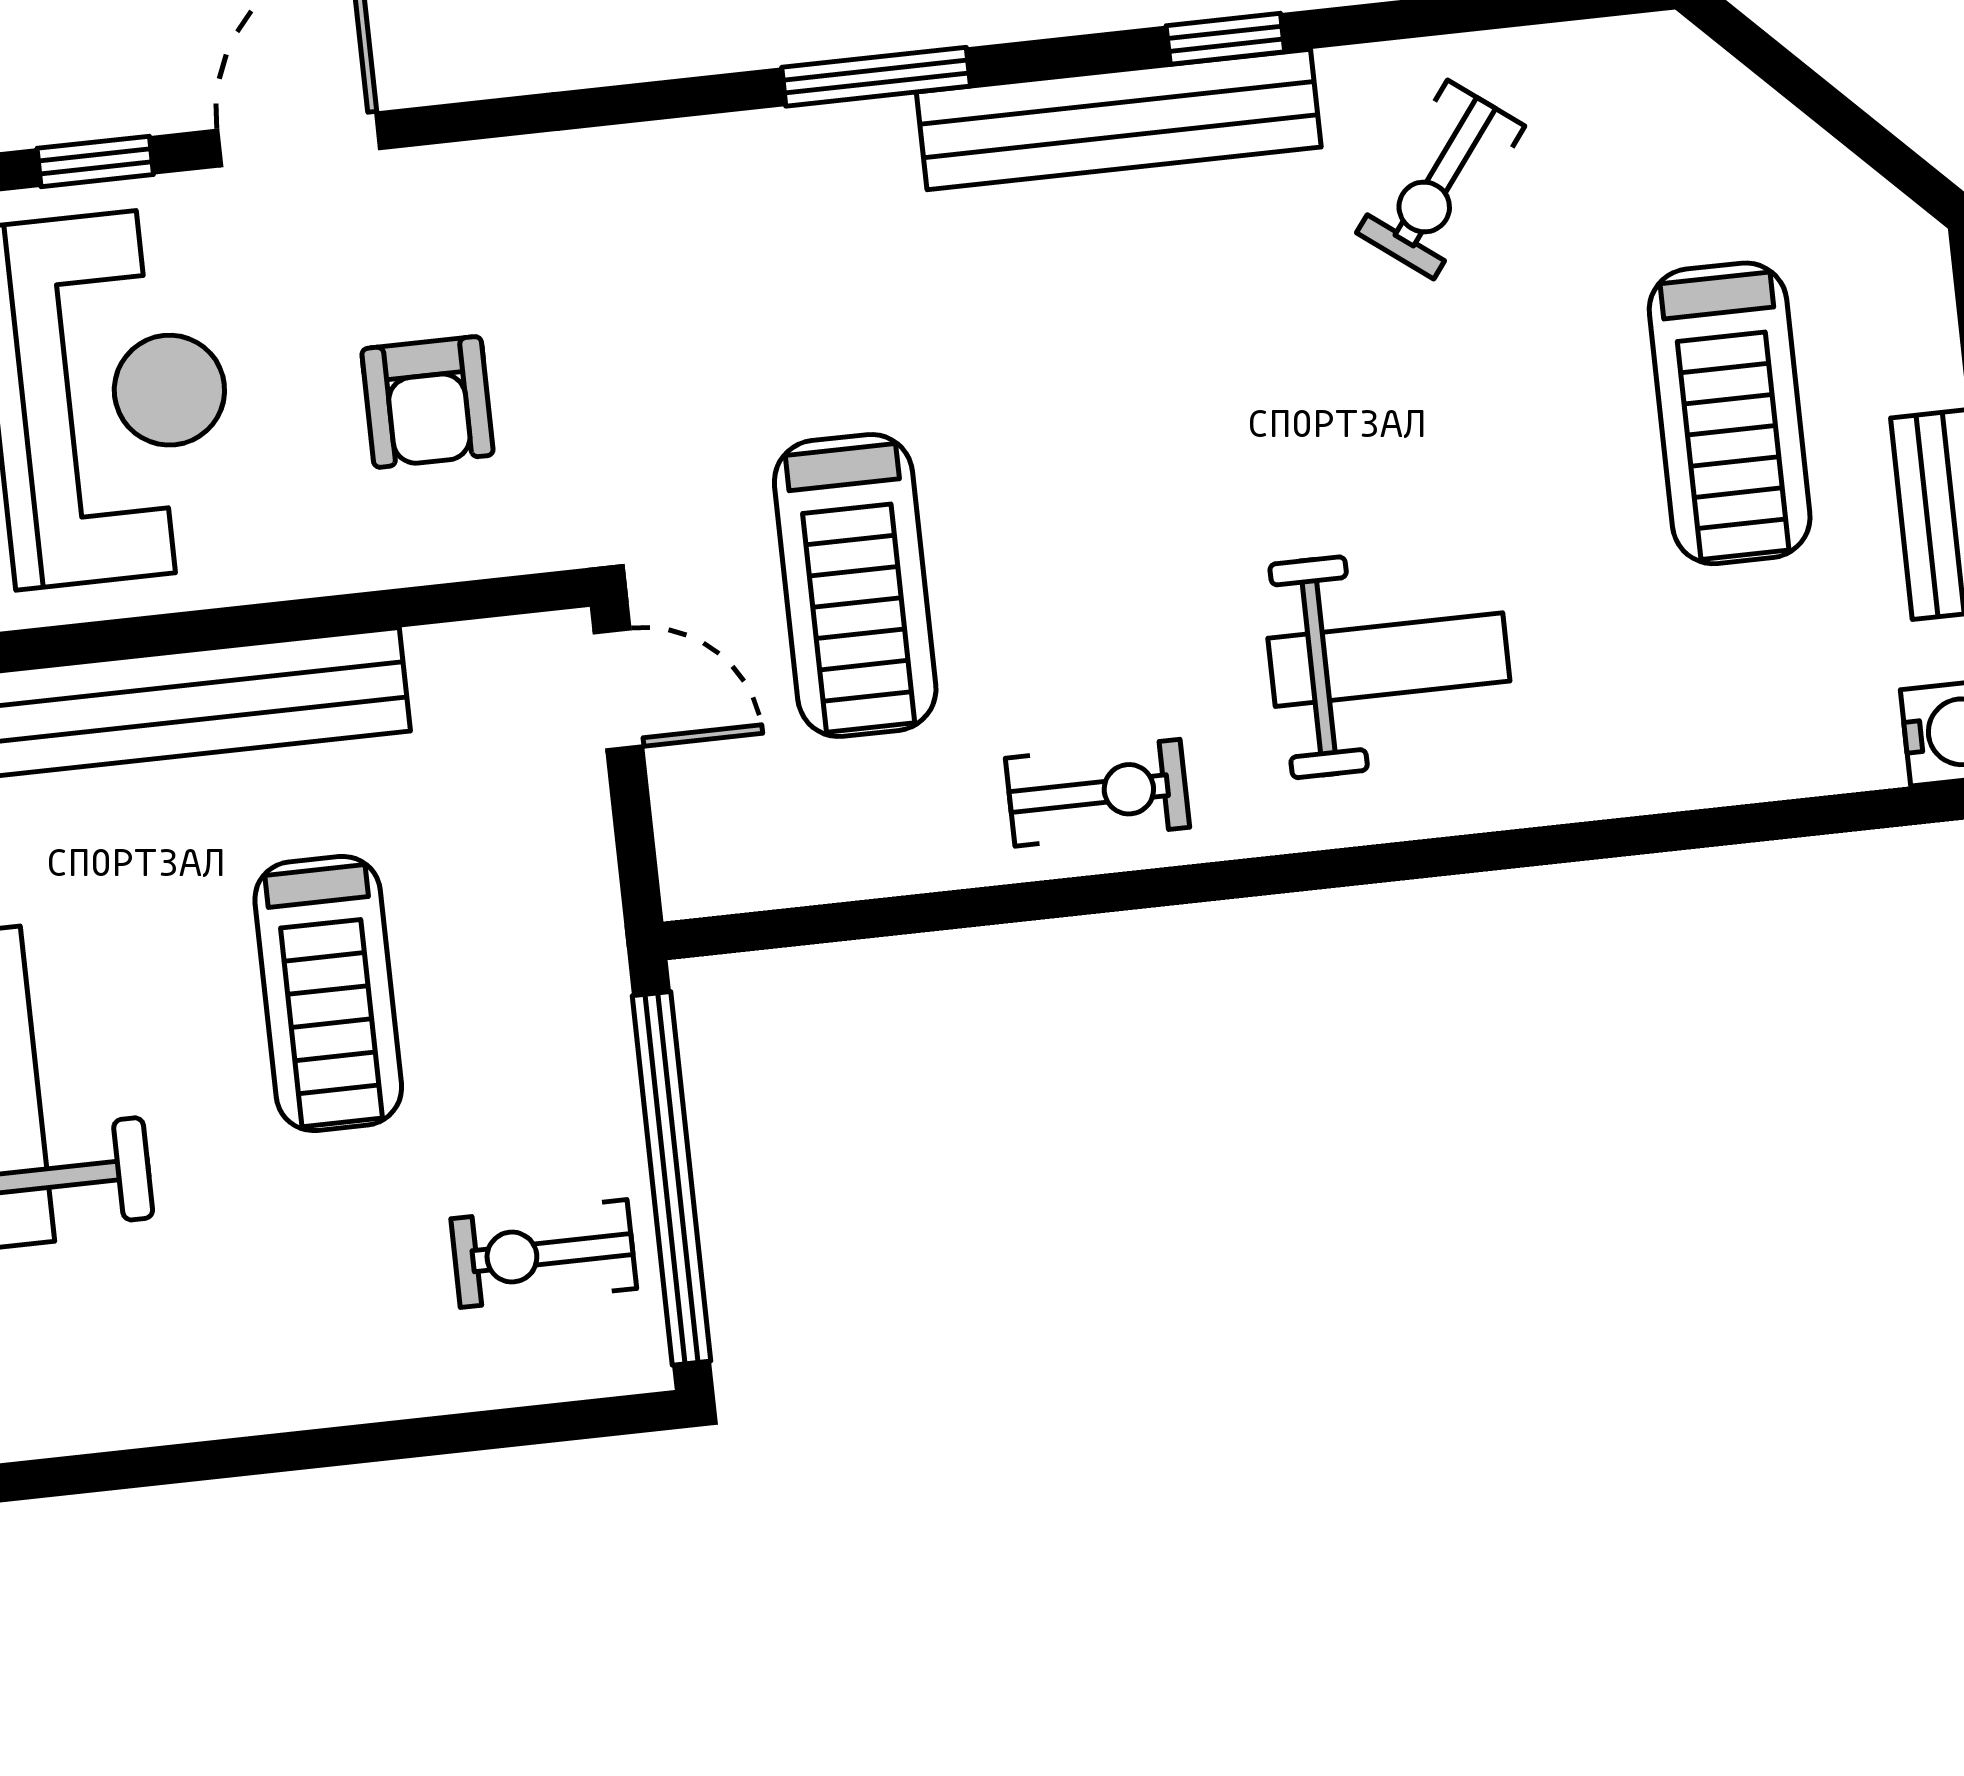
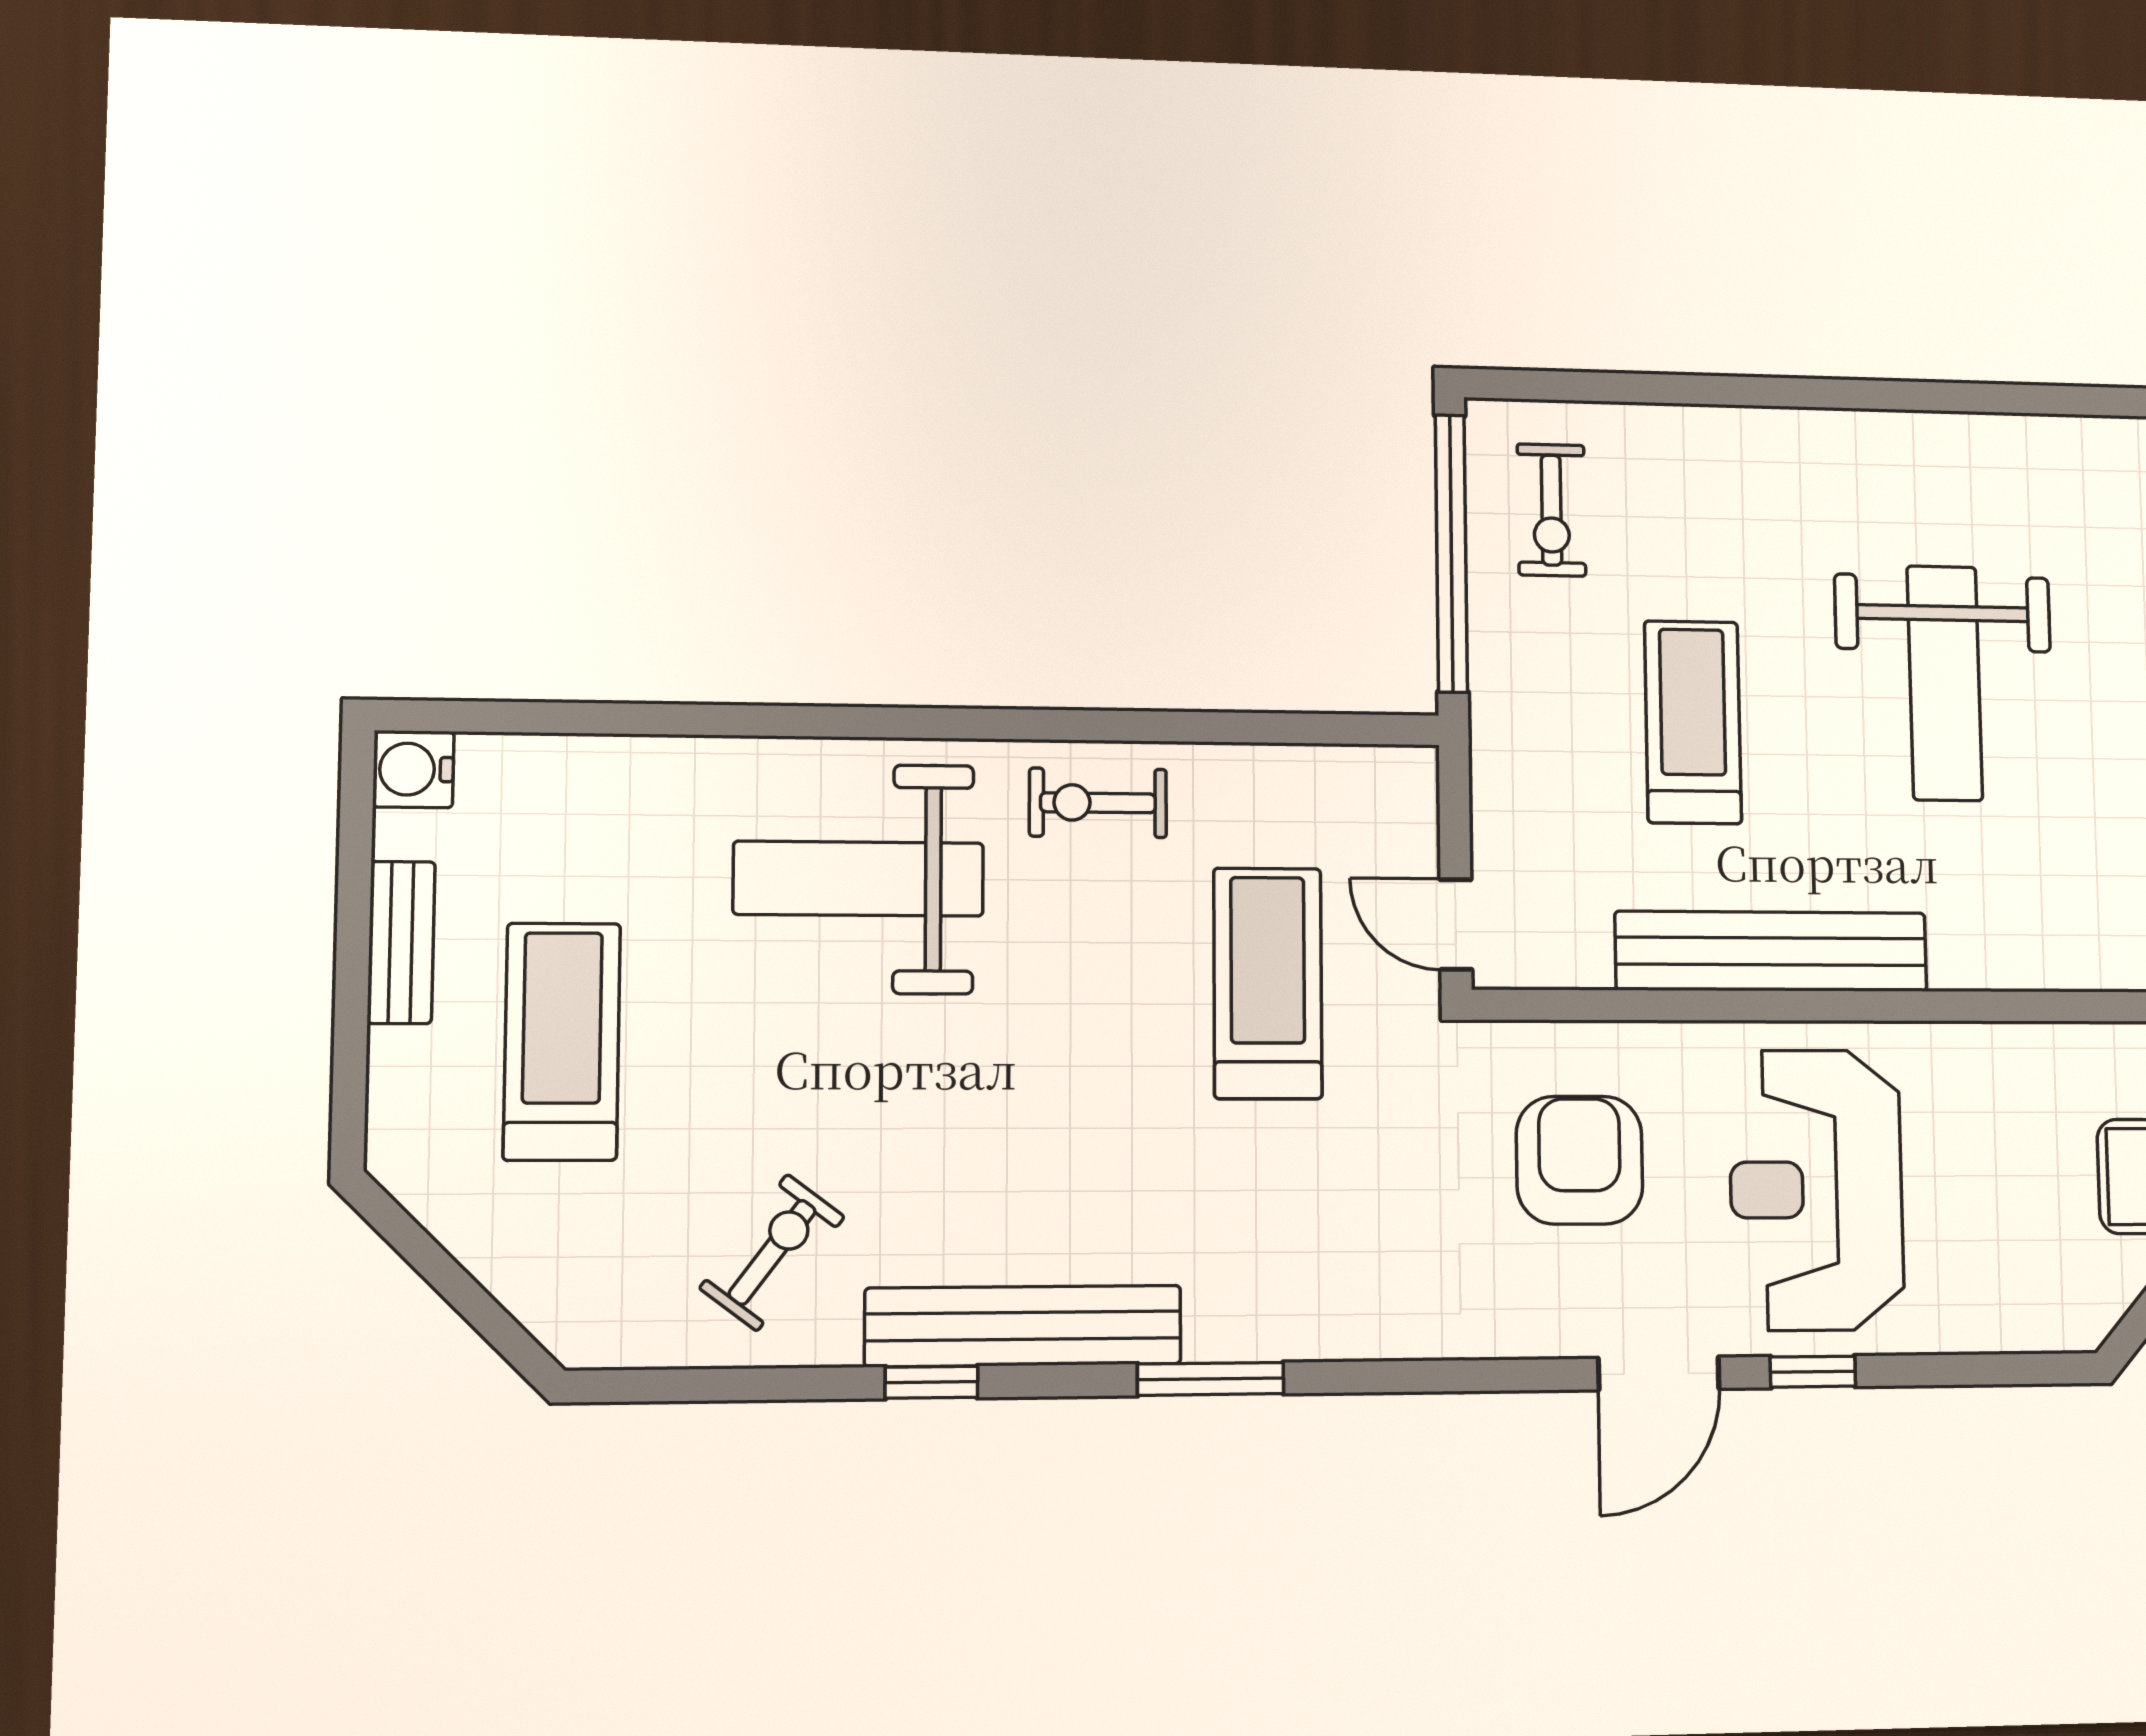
armchair: (428, 402) -> (1579, 1160), width x1.38, depth x1.38
weight bench: (1389, 660) -> (859, 879), width x1.36, depth x1.33
exercise bike: (544, 1254) -> (1551, 510), turned 90

